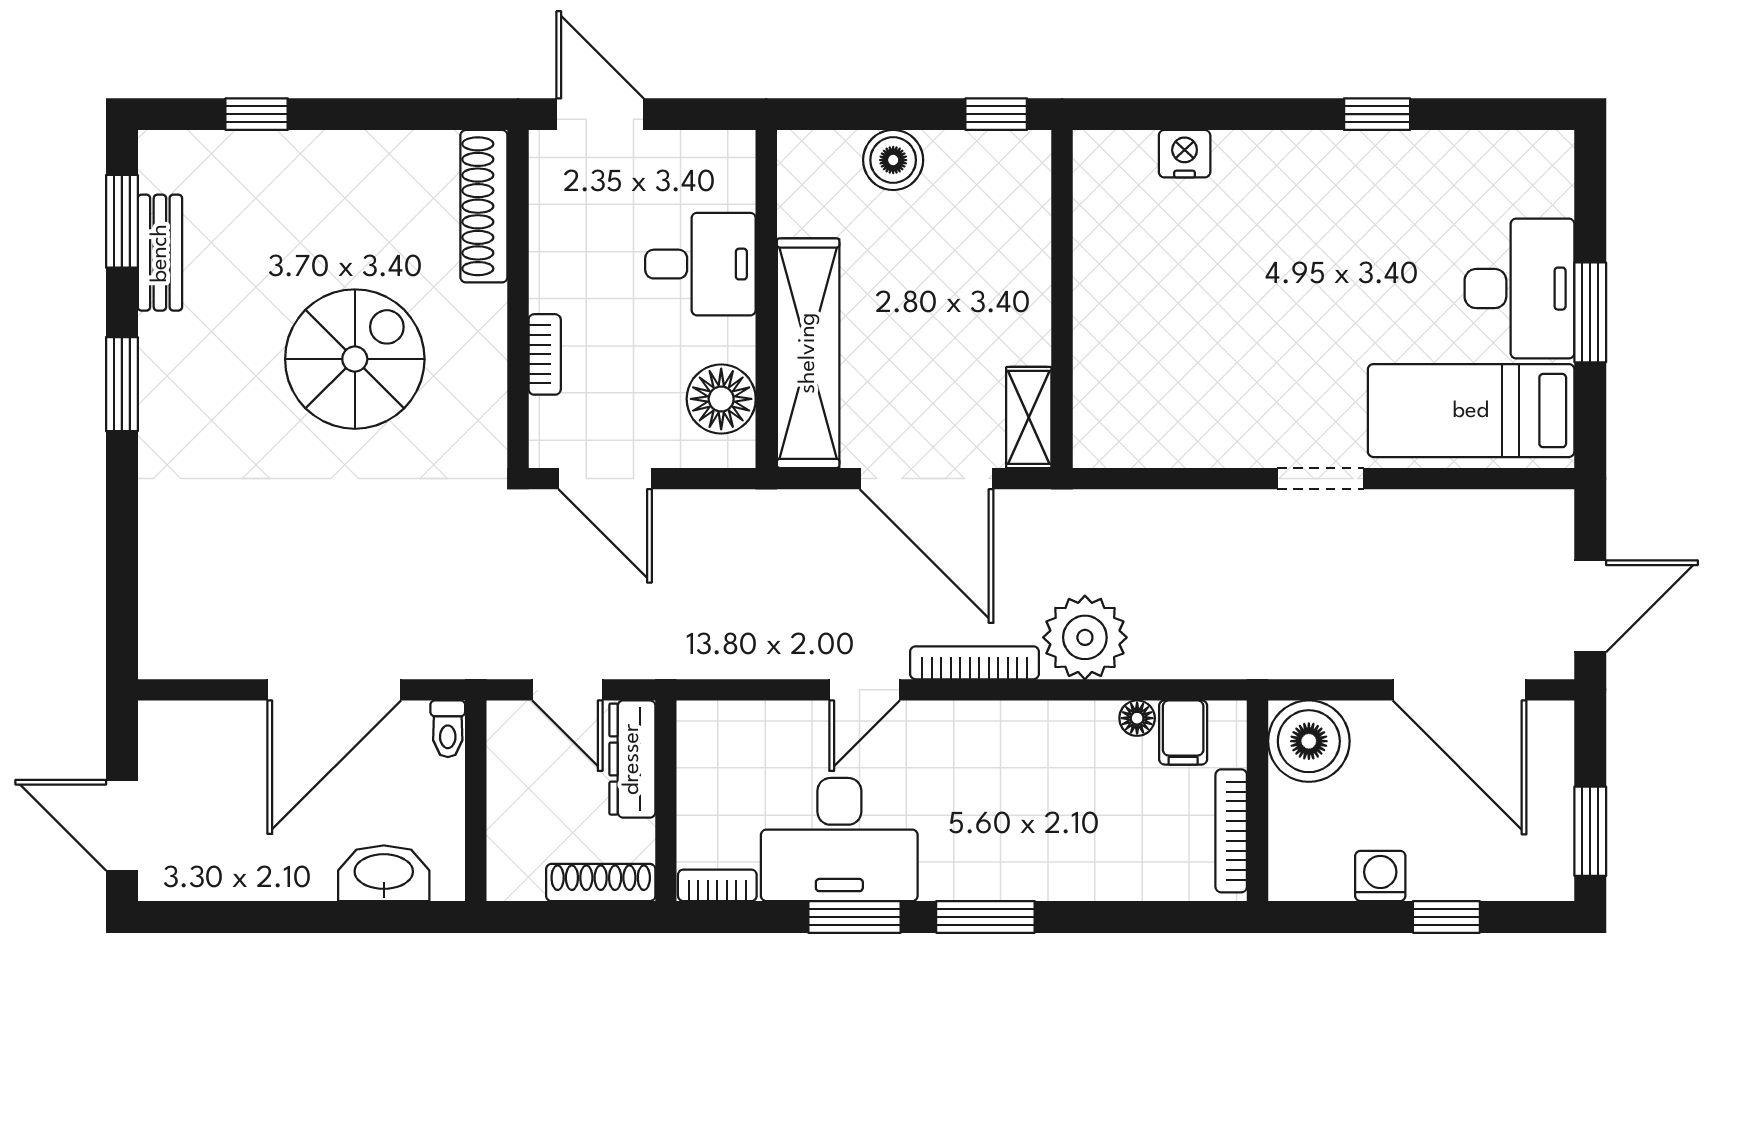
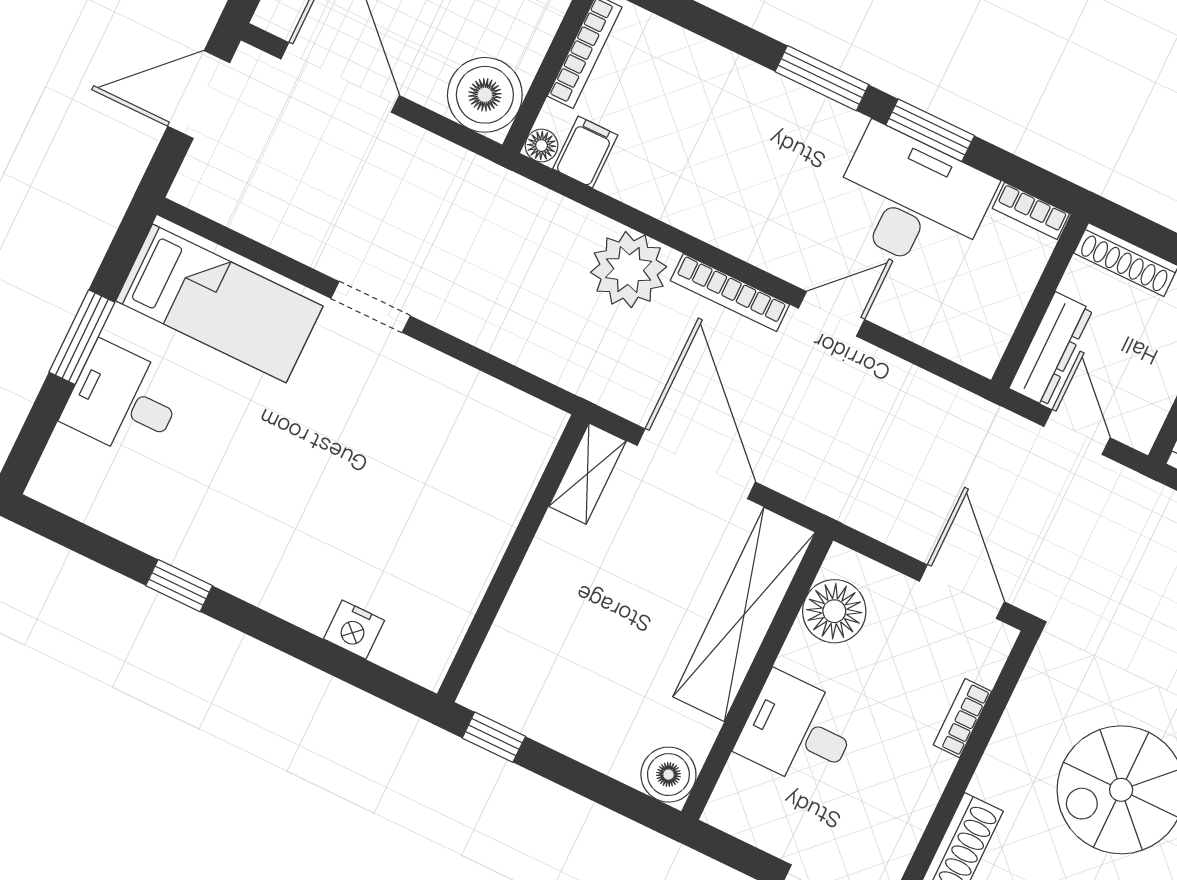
boiler: (893, 160) -> (668, 775), moved
desk: (1519, 289) -> (123, 401), width x0.73
floor lamp: (1137, 718) -> (542, 146), moved

